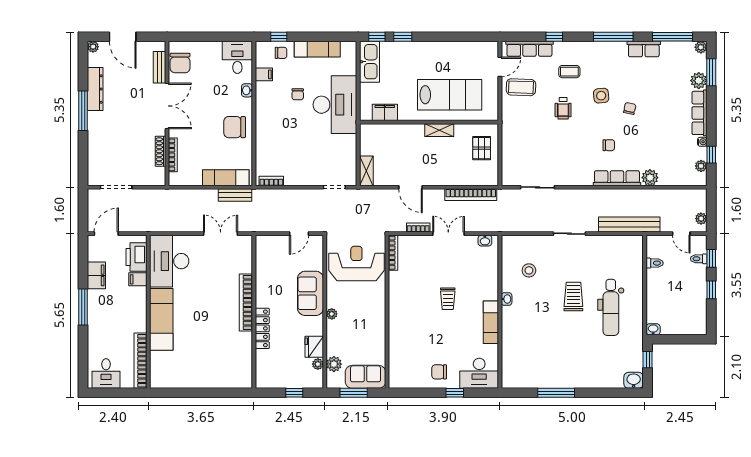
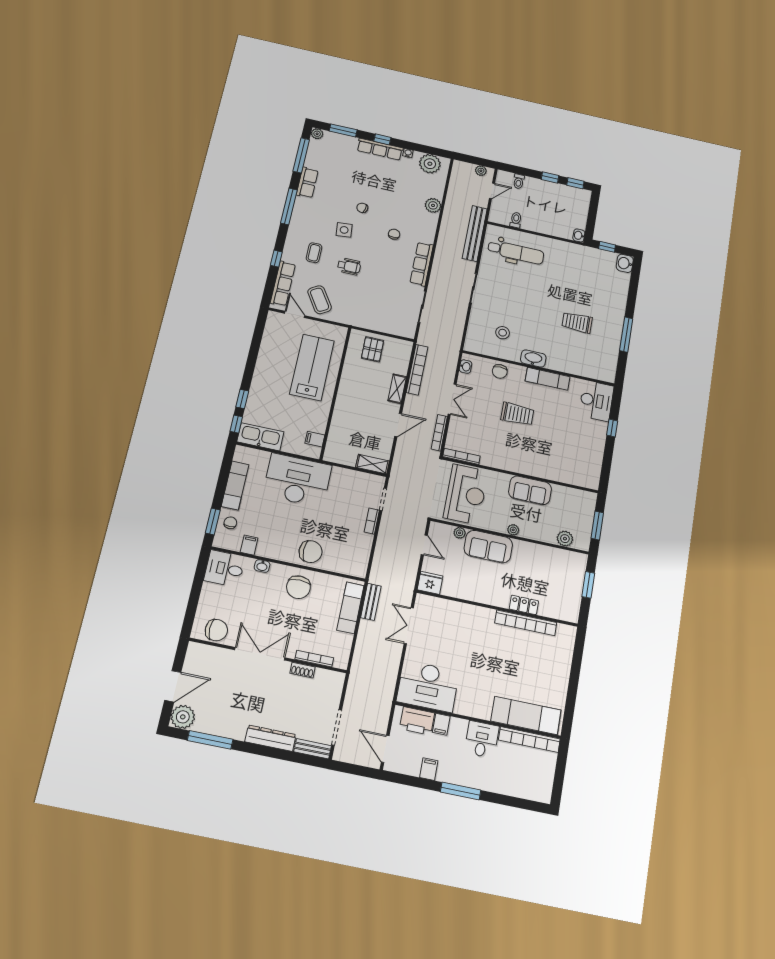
window: (279, 37) -> (213, 521), width x1.50
plant: (93, 47) -> (183, 717), width x1.88, depth x1.88
bench: (160, 67) -> (313, 749), moved
plant: (699, 81) -> (349, 143), removed
coffee table: (521, 87) -> (320, 300), turned -34
dresser: (95, 89) -> (270, 738), moved
chair: (298, 94) -> (311, 552), moved, width x1.87, depth x1.87
window: (83, 111) -> (210, 740), moved
filing cabinet: (385, 112) -> (315, 439), width x0.50
shelving: (439, 130) -> (397, 389), moved
pallet: (482, 148) -> (373, 349), turned 90
shoe rack: (160, 151) -> (303, 670), width x0.70
window: (711, 155) -> (382, 139), moved
plant: (701, 166) -> (430, 164), width x1.88, depth x1.88
row of seats: (617, 178) -> (422, 264), moved
bookcase: (271, 181) -> (372, 521), moved
bookcase: (418, 228) -> (439, 433), width x1.56
double door: (448, 234) -> (452, 399), swing flipped
window: (711, 258) -> (575, 183), moved
reception desk: (356, 263) -> (466, 494), turned 180
filing cabinet: (96, 275) -> (429, 769), width x0.50
trolley: (573, 296) -> (577, 323), moved
trolley: (448, 299) -> (517, 414), width x1.36, depth x1.39
washbasin: (507, 299) -> (533, 358), width x1.91, depth x1.45
bookcase: (246, 302) -> (526, 623), moved
dental chair: (611, 307) -> (516, 252), moved
exam couch: (161, 319) -> (526, 715), moved
locker: (262, 328) -> (524, 605), width x0.66
fridge: (314, 347) -> (430, 583), moved, turned 180
plant: (318, 364) -> (460, 533), moved
chair: (439, 372) -> (500, 371), moved
desk: (106, 374) -> (482, 739), moved, turned -90
sofa: (365, 377) -> (530, 490), moved, turned -90
window: (294, 393) -> (588, 585), width x1.50

